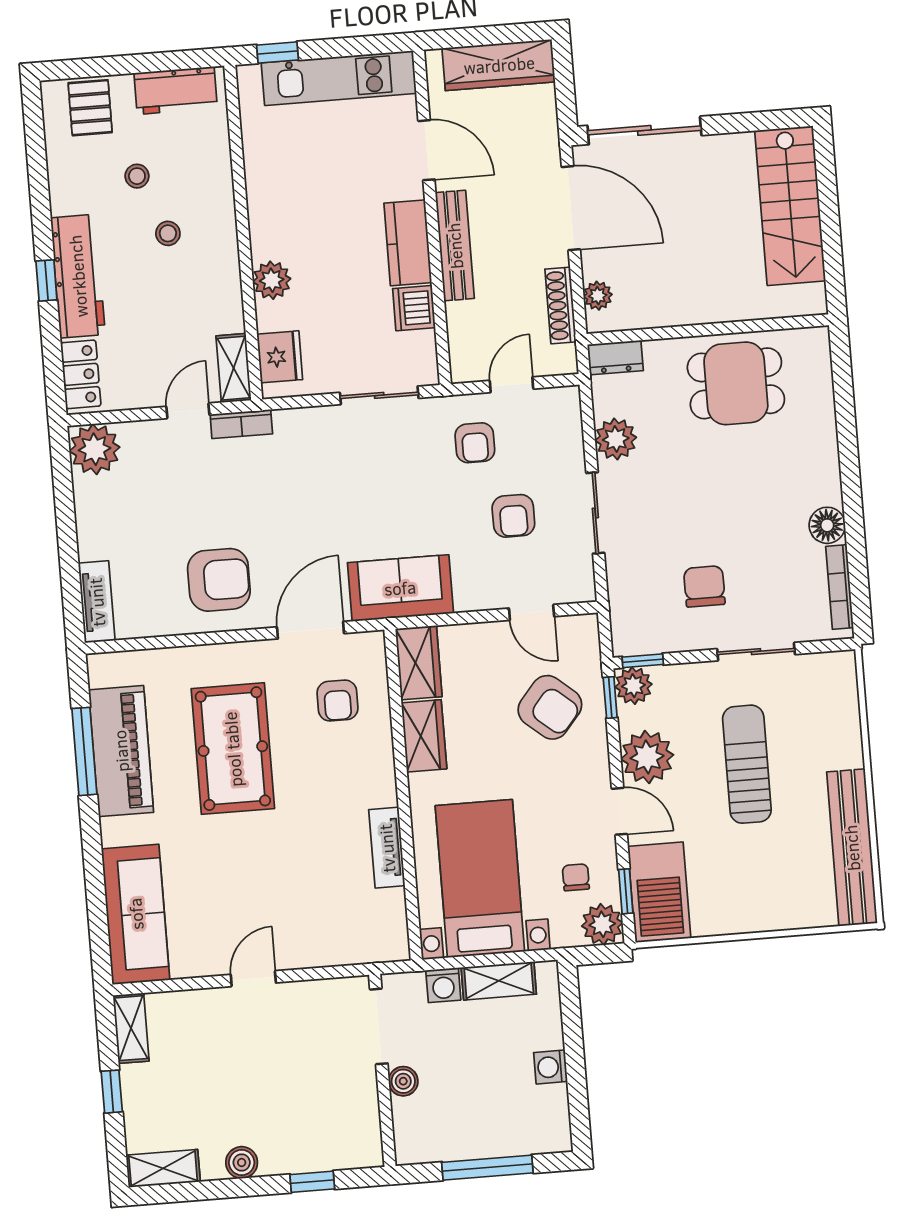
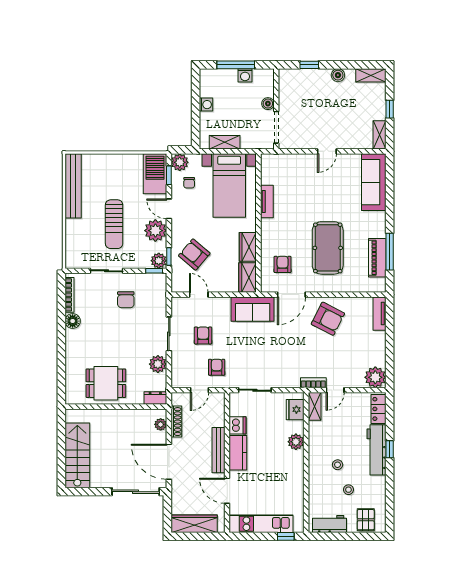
armchair: (219, 580) -> (328, 319), turned -153
piano: (121, 751) -> (377, 258), width x0.73, depth x0.75
washing machine: (443, 985) -> (245, 75), moved, turned 180

